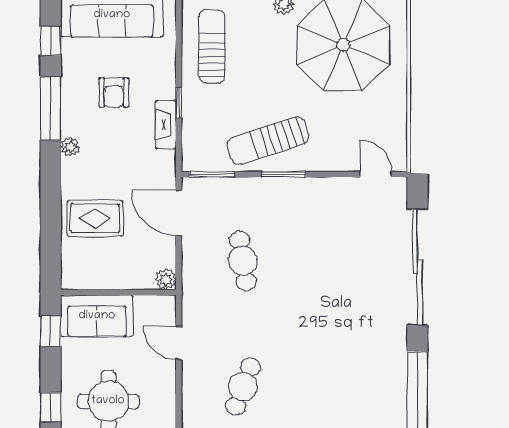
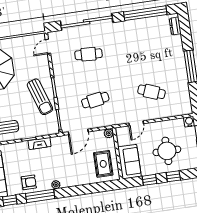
armchair: (114, 93) -> (29, 182), moved
rug: (95, 218) -> (103, 164), moved
cafe table: (346, 261) -> (88, 54), added
window: (51, 331) -> (150, 180), moved

